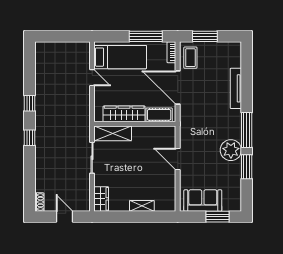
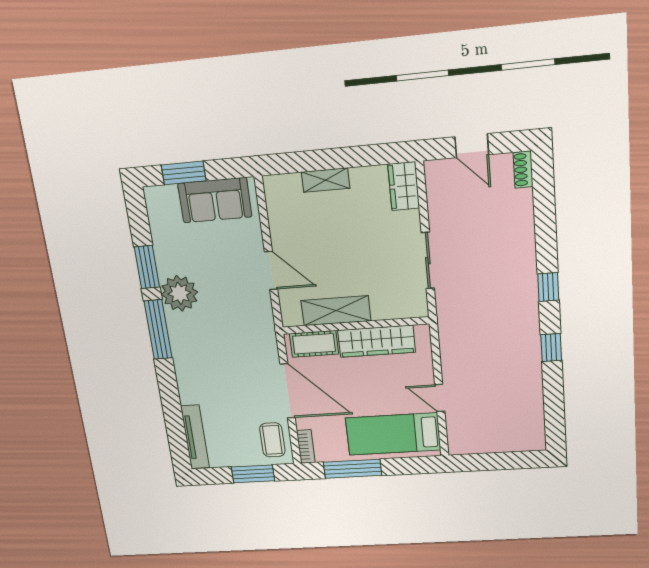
tv unit: (236, 88) -> (195, 437), moved
shelving: (113, 133) -> (336, 311), moved

